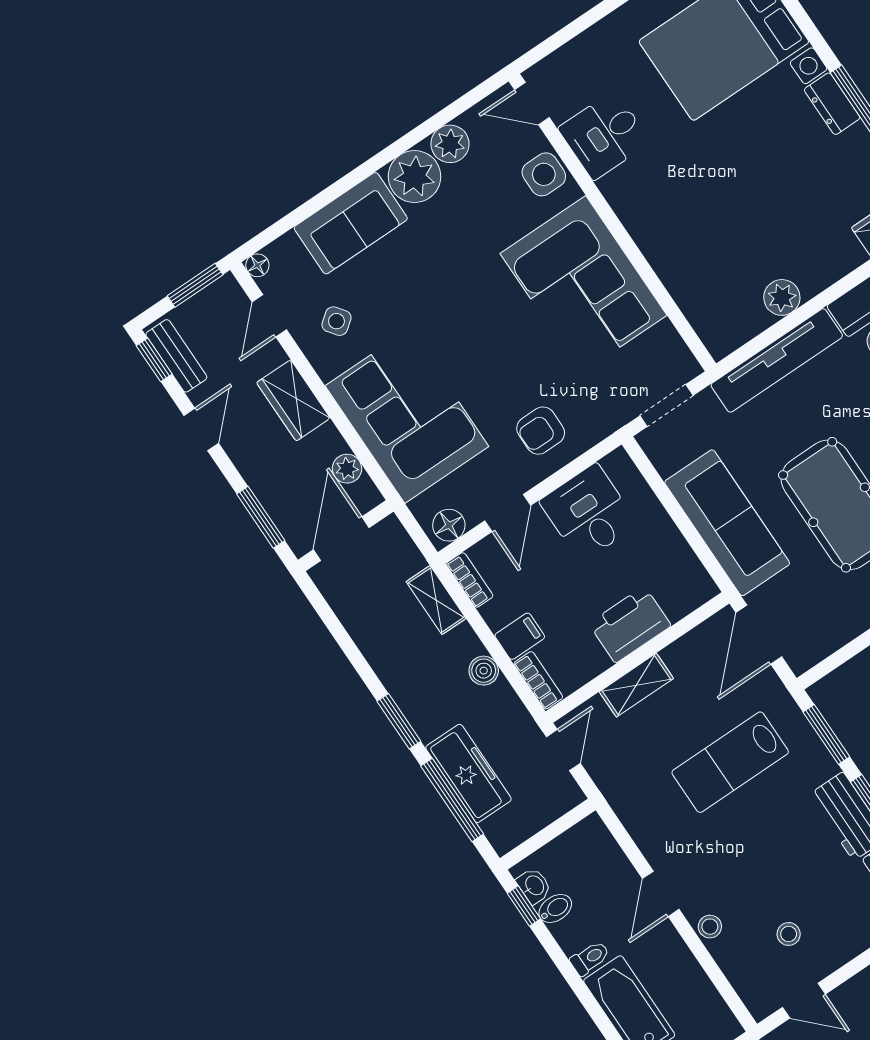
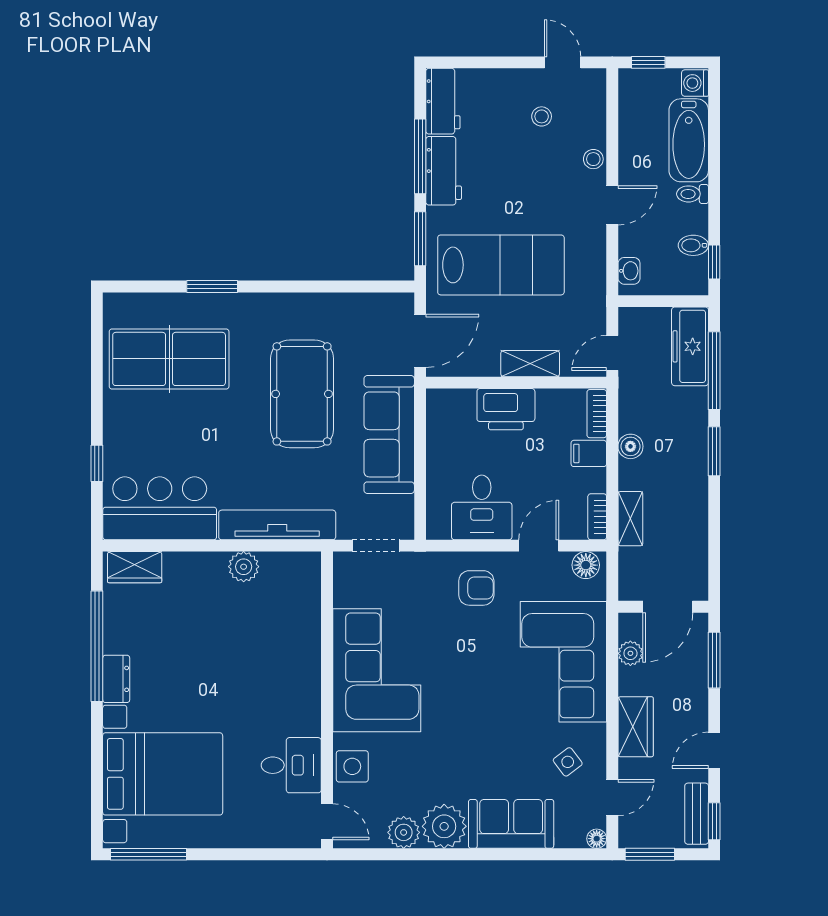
lab bench: (730, 762) -> (501, 265), width x1.36, depth x1.39
freezer: (468, 773) -> (690, 346), moved
washbasin: (534, 886) -> (629, 271), moved, turned 180

